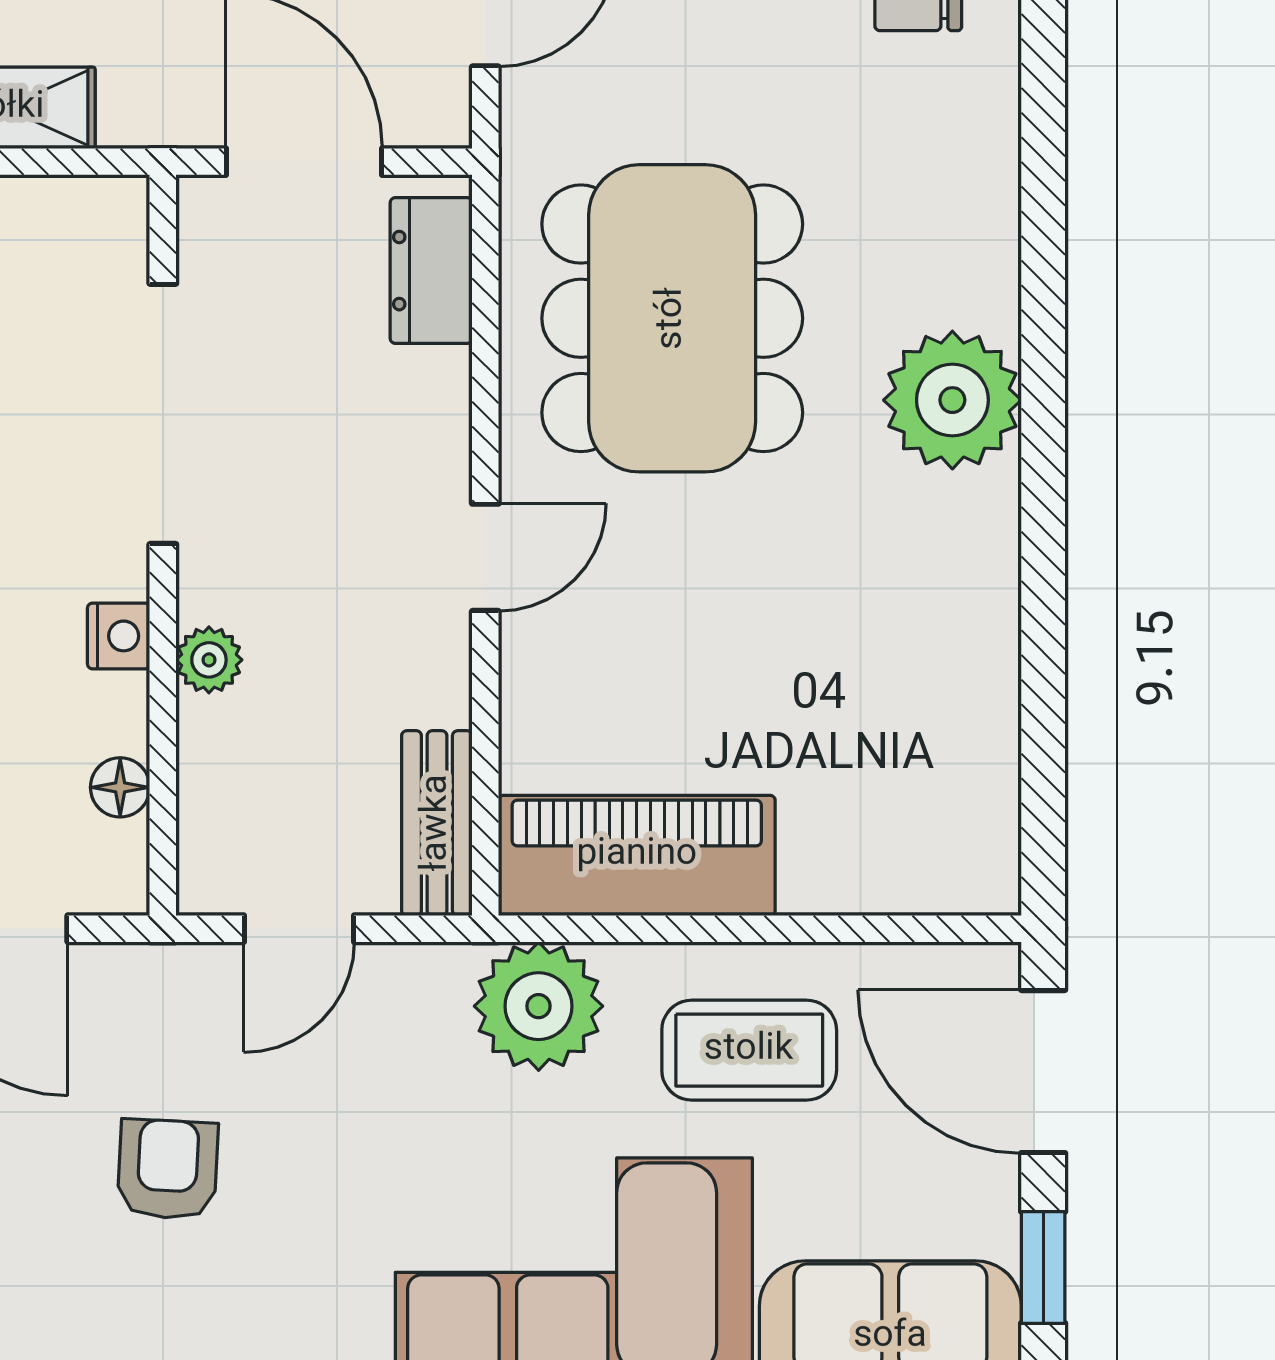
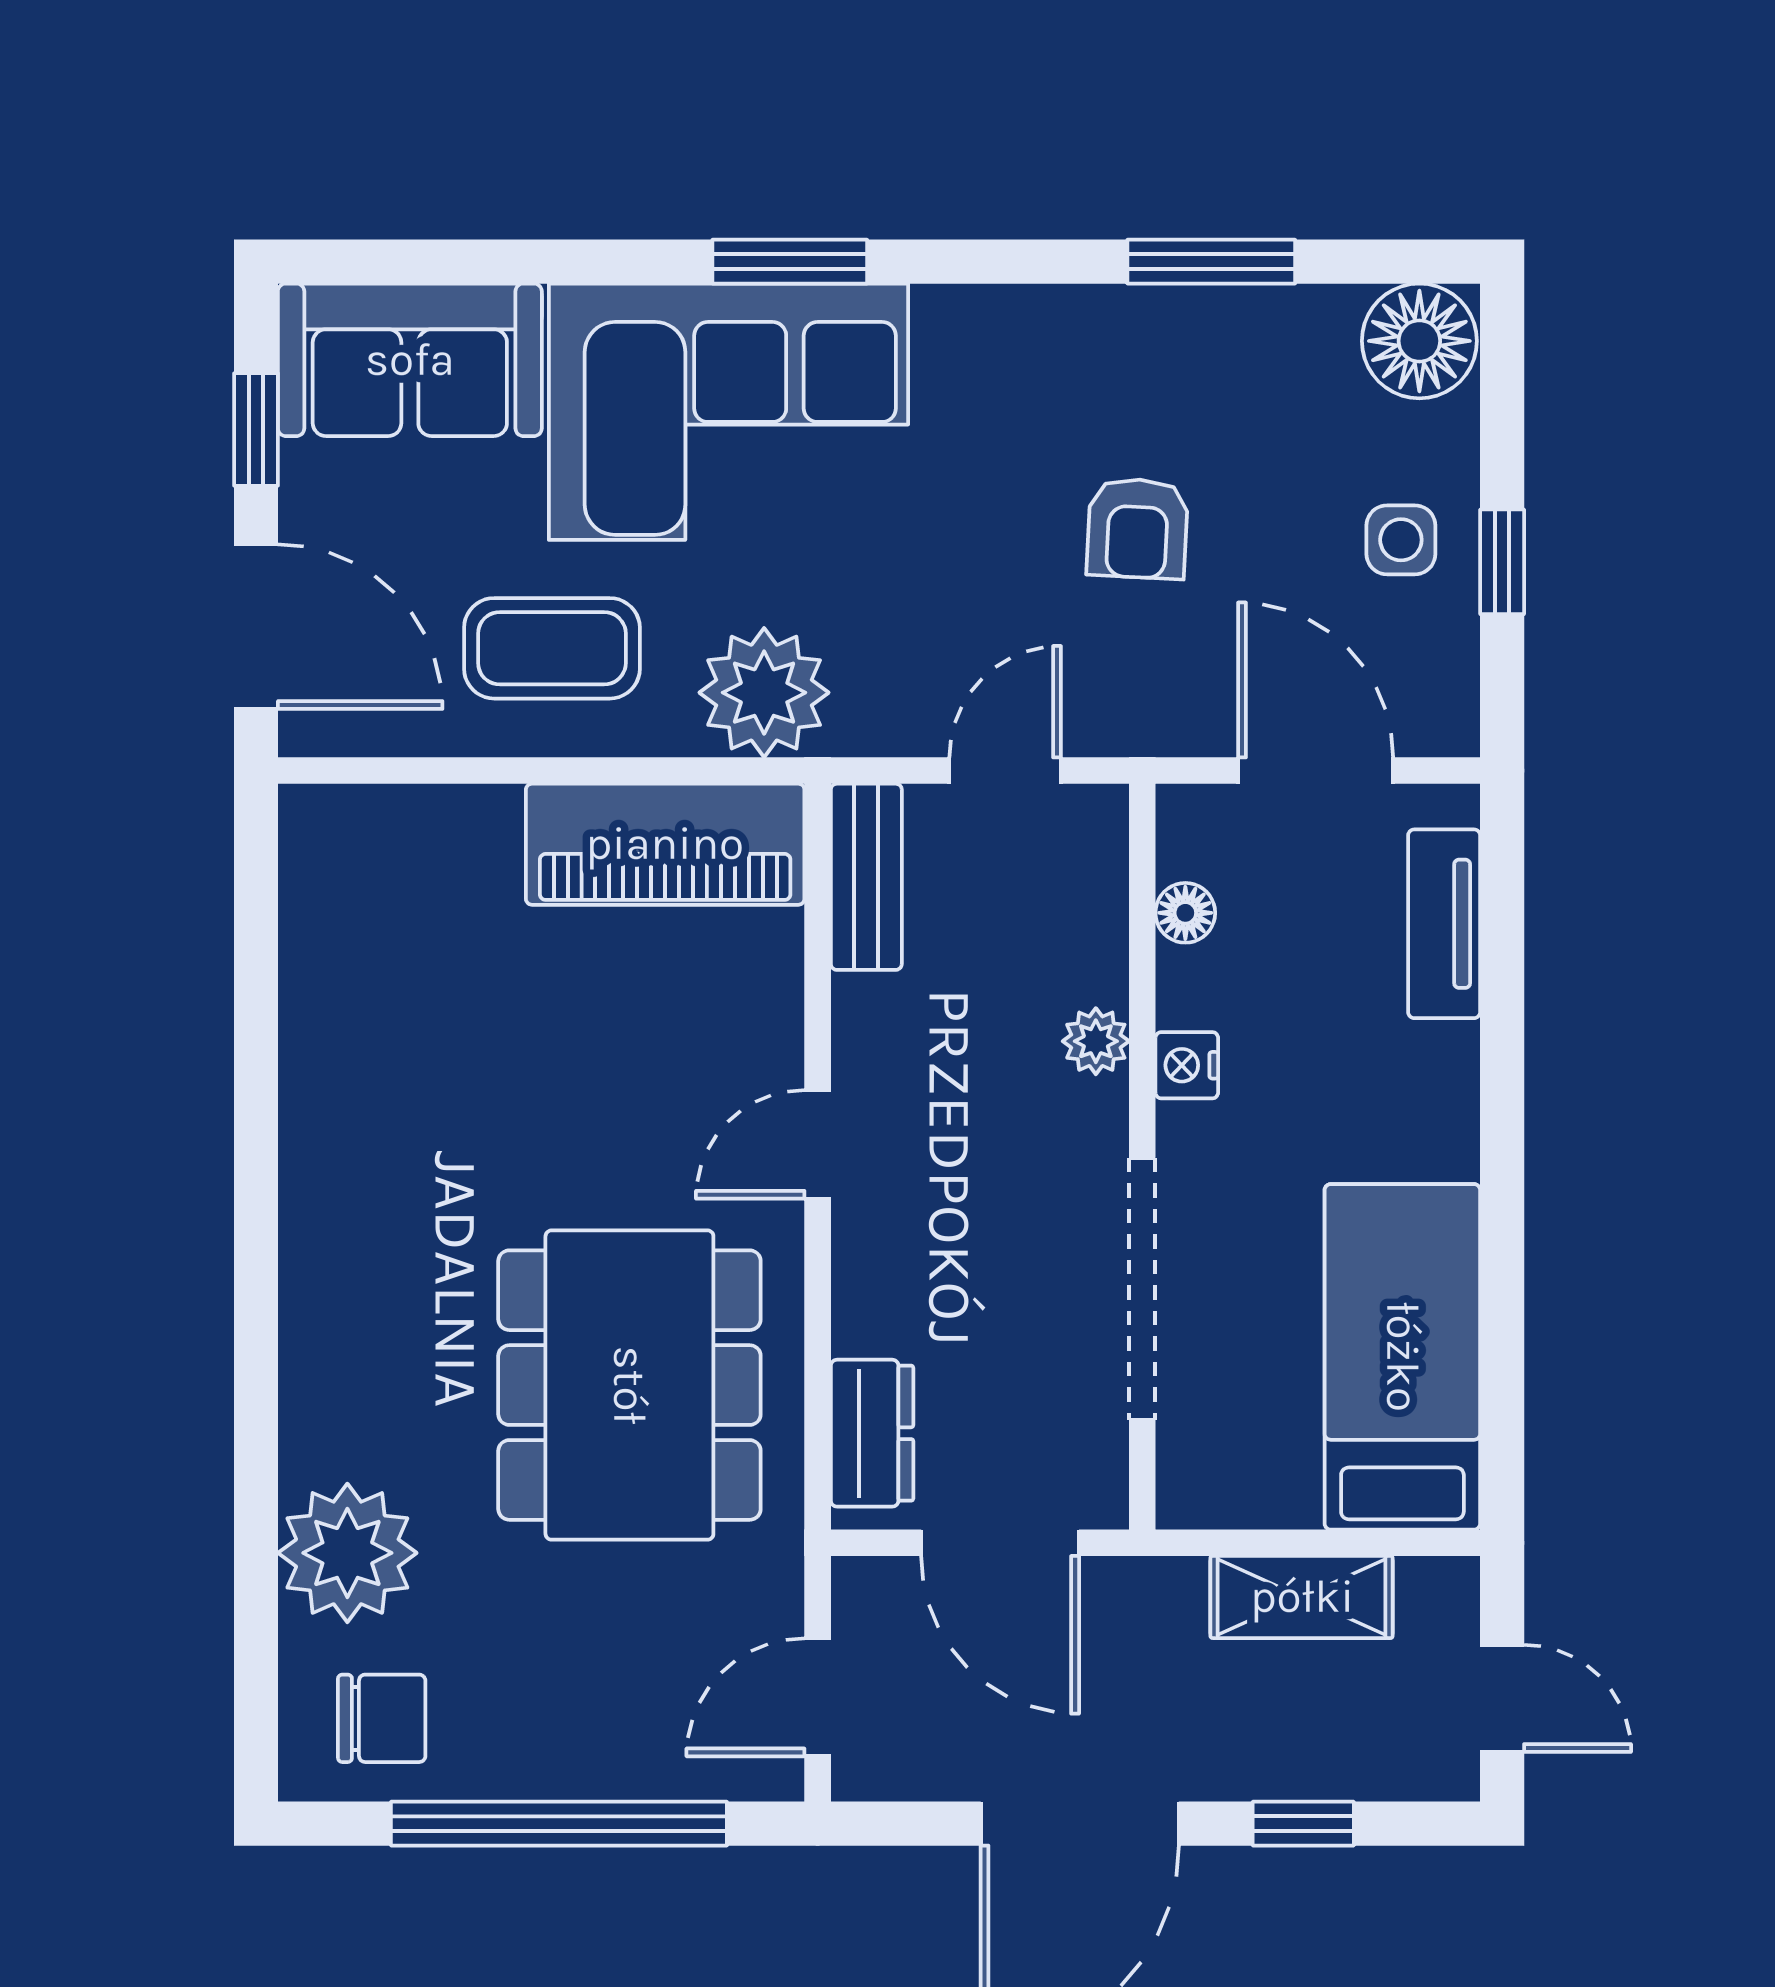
plant: (952, 400) -> (347, 1553), moved

